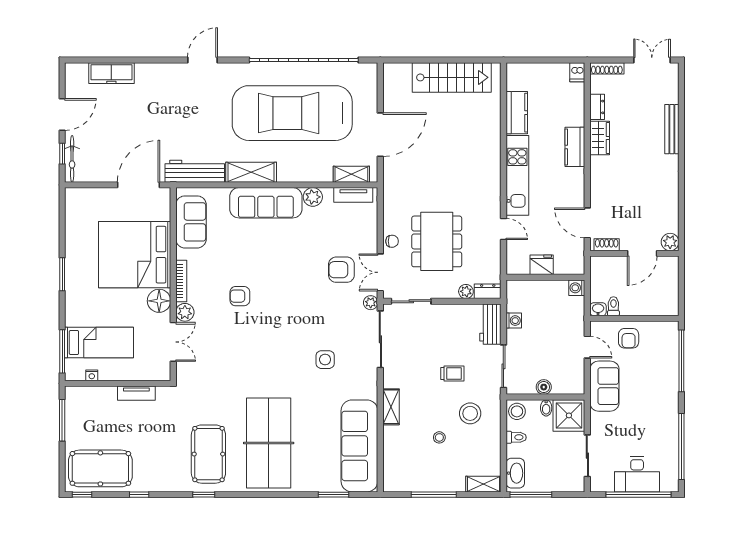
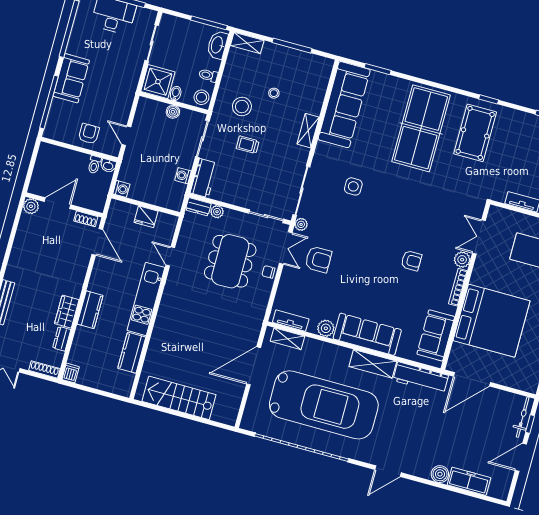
boiler: (145, 72) -> (440, 474), added
floor lamp: (159, 301) -> (481, 275), removed
sofa: (604, 386) -> (71, 78), moved, turned 180

